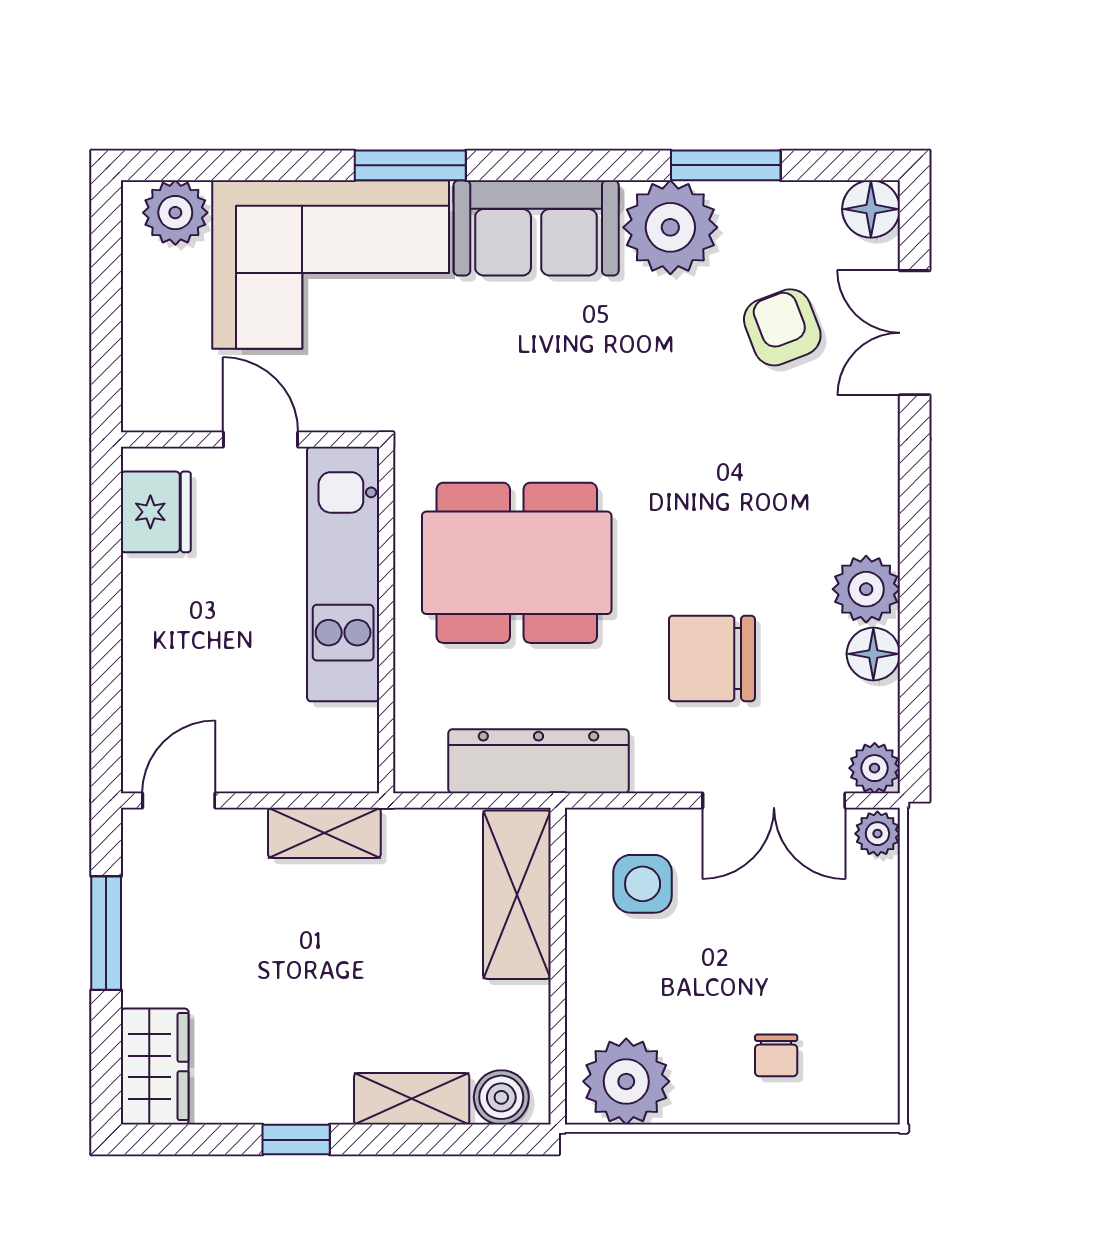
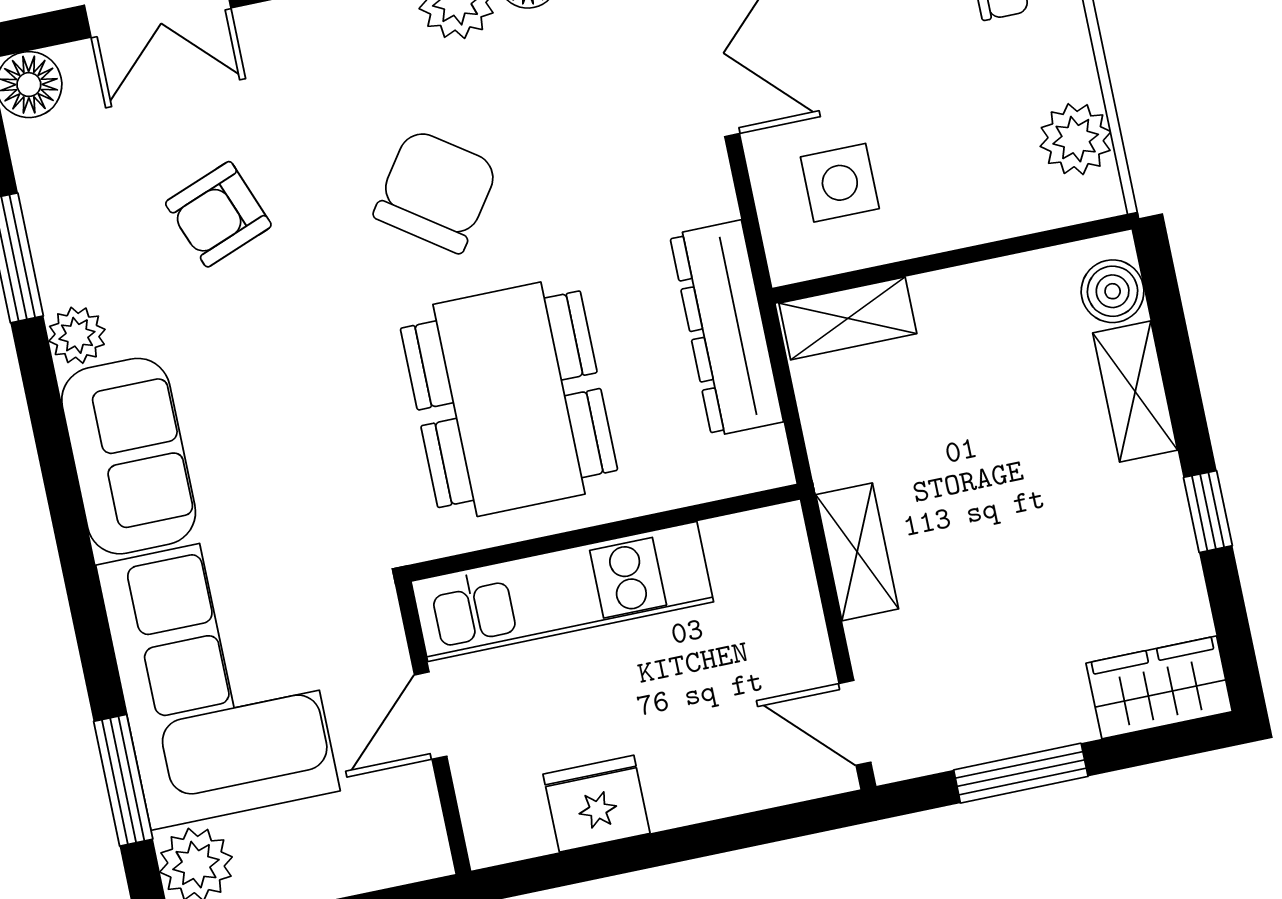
window: (410, 165) -> (123, 780), moved
plant: (670, 227) -> (77, 335), width x0.53, depth x0.53
armchair: (782, 327) -> (218, 214), moved
fridge: (156, 512) -> (597, 804), moved
chair: (712, 658) -> (436, 191), moved, turned -145
shelving: (517, 895) -> (848, 318), width x0.67, depth x0.75
plant: (626, 1081) -> (1076, 139), width x0.73, depth x0.73

